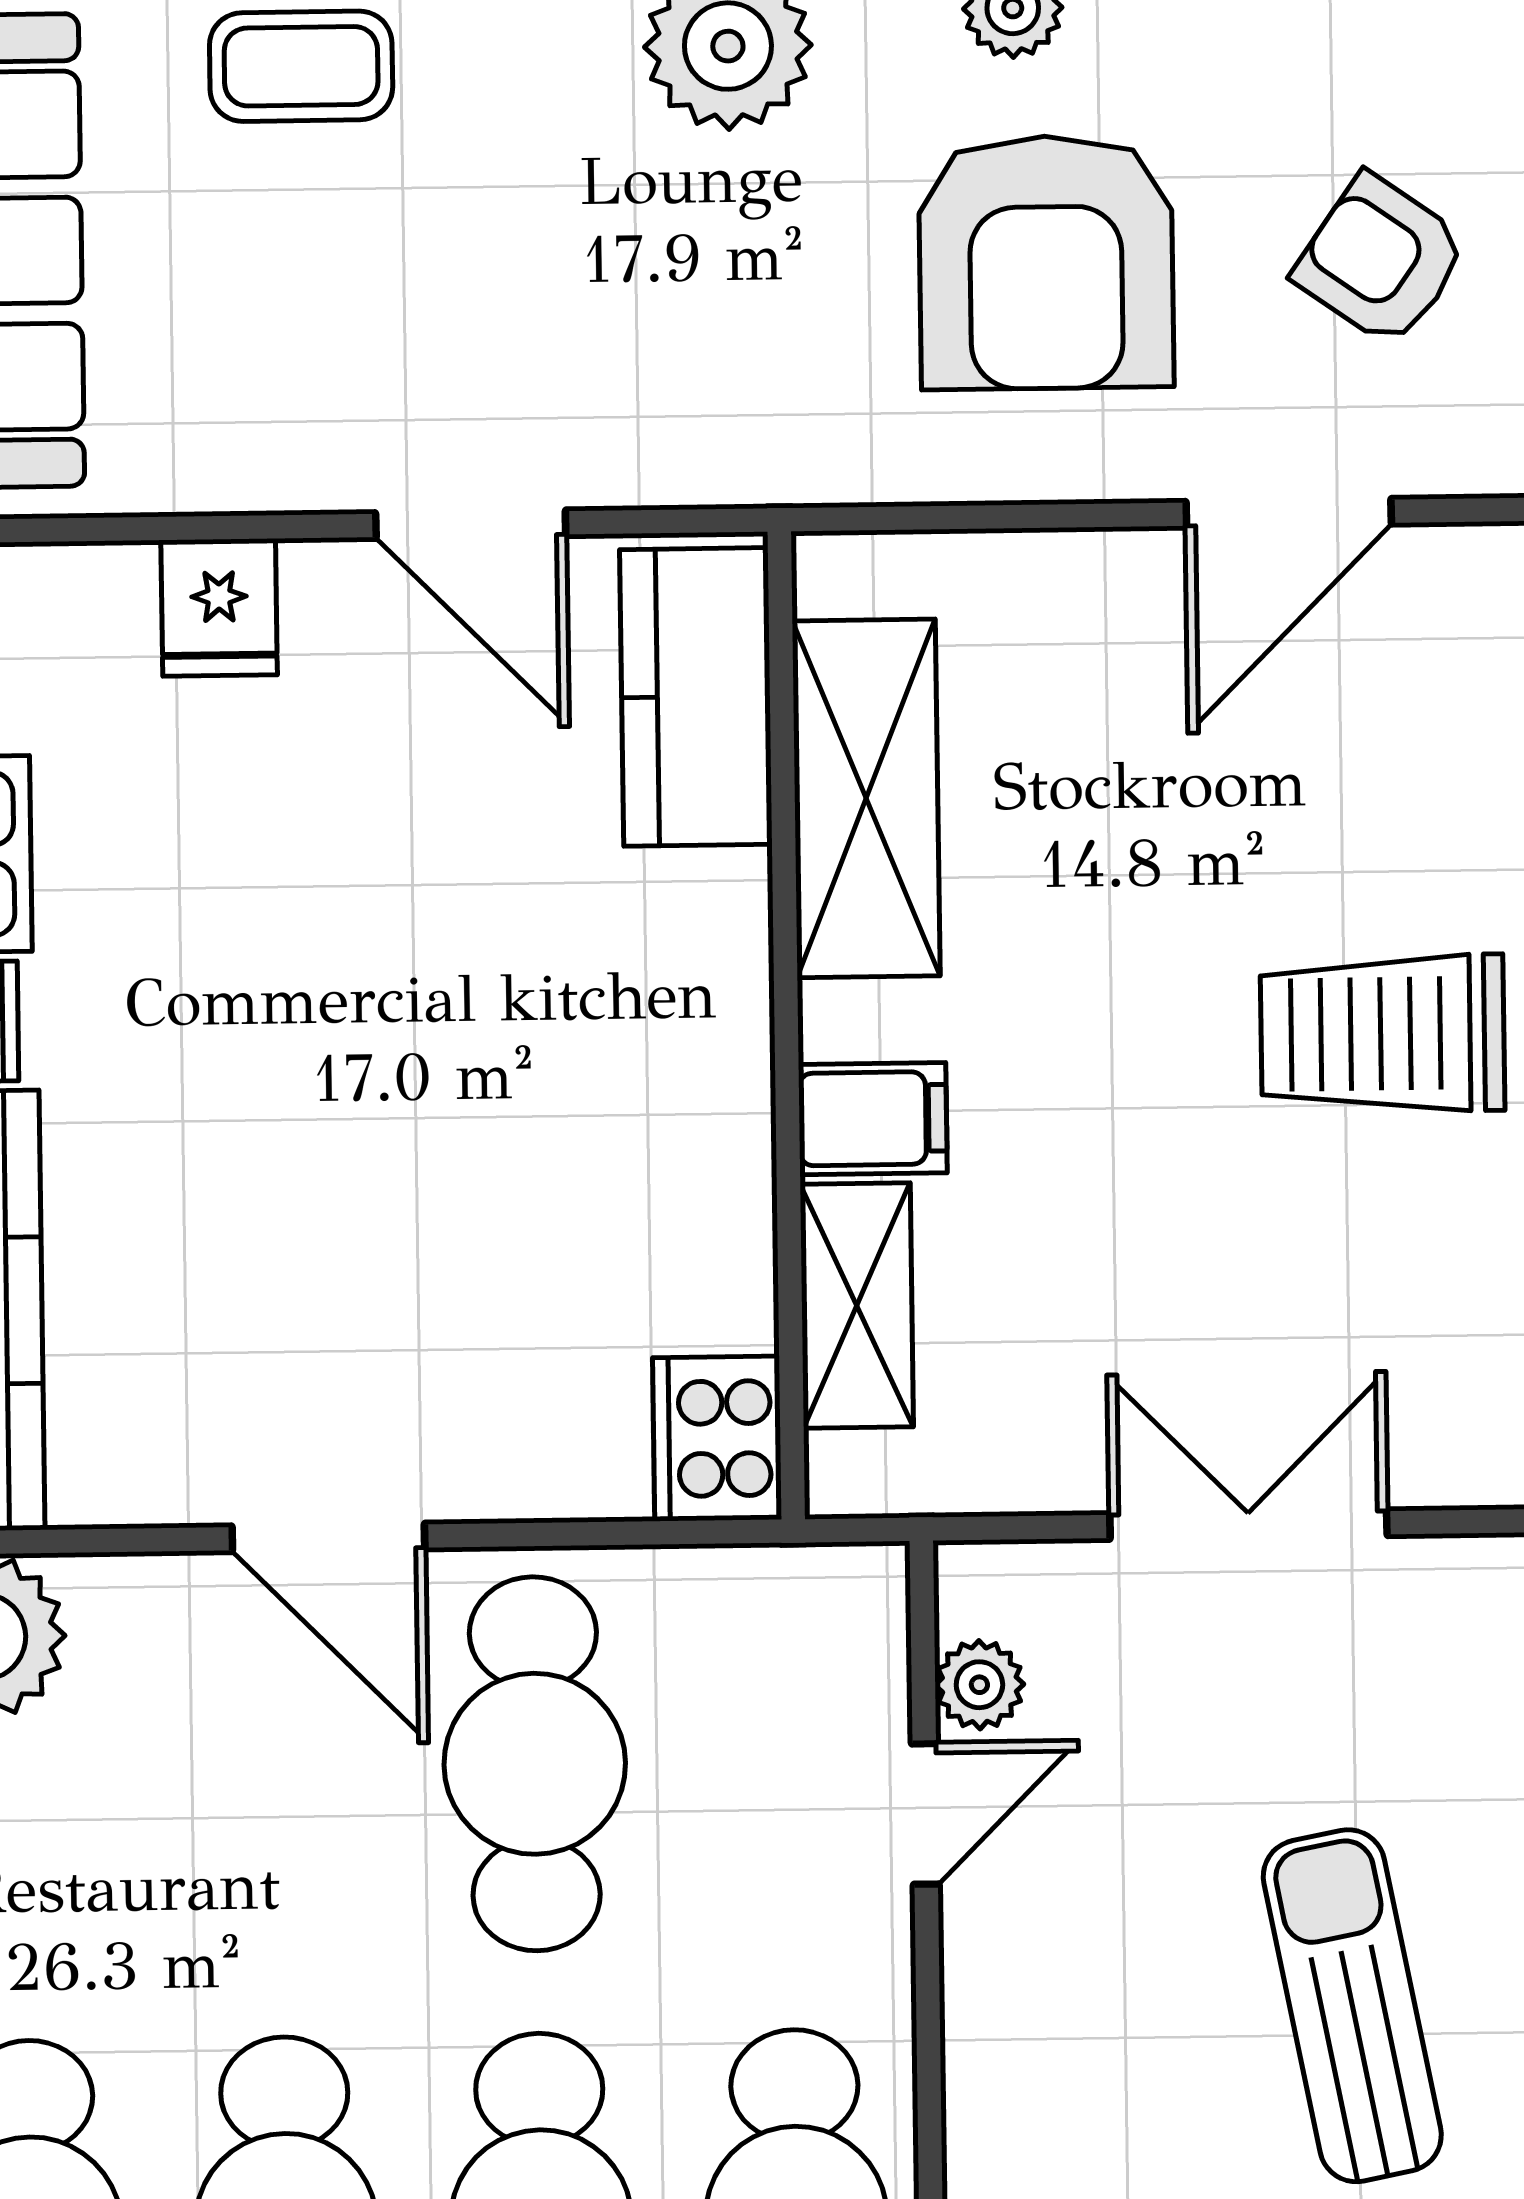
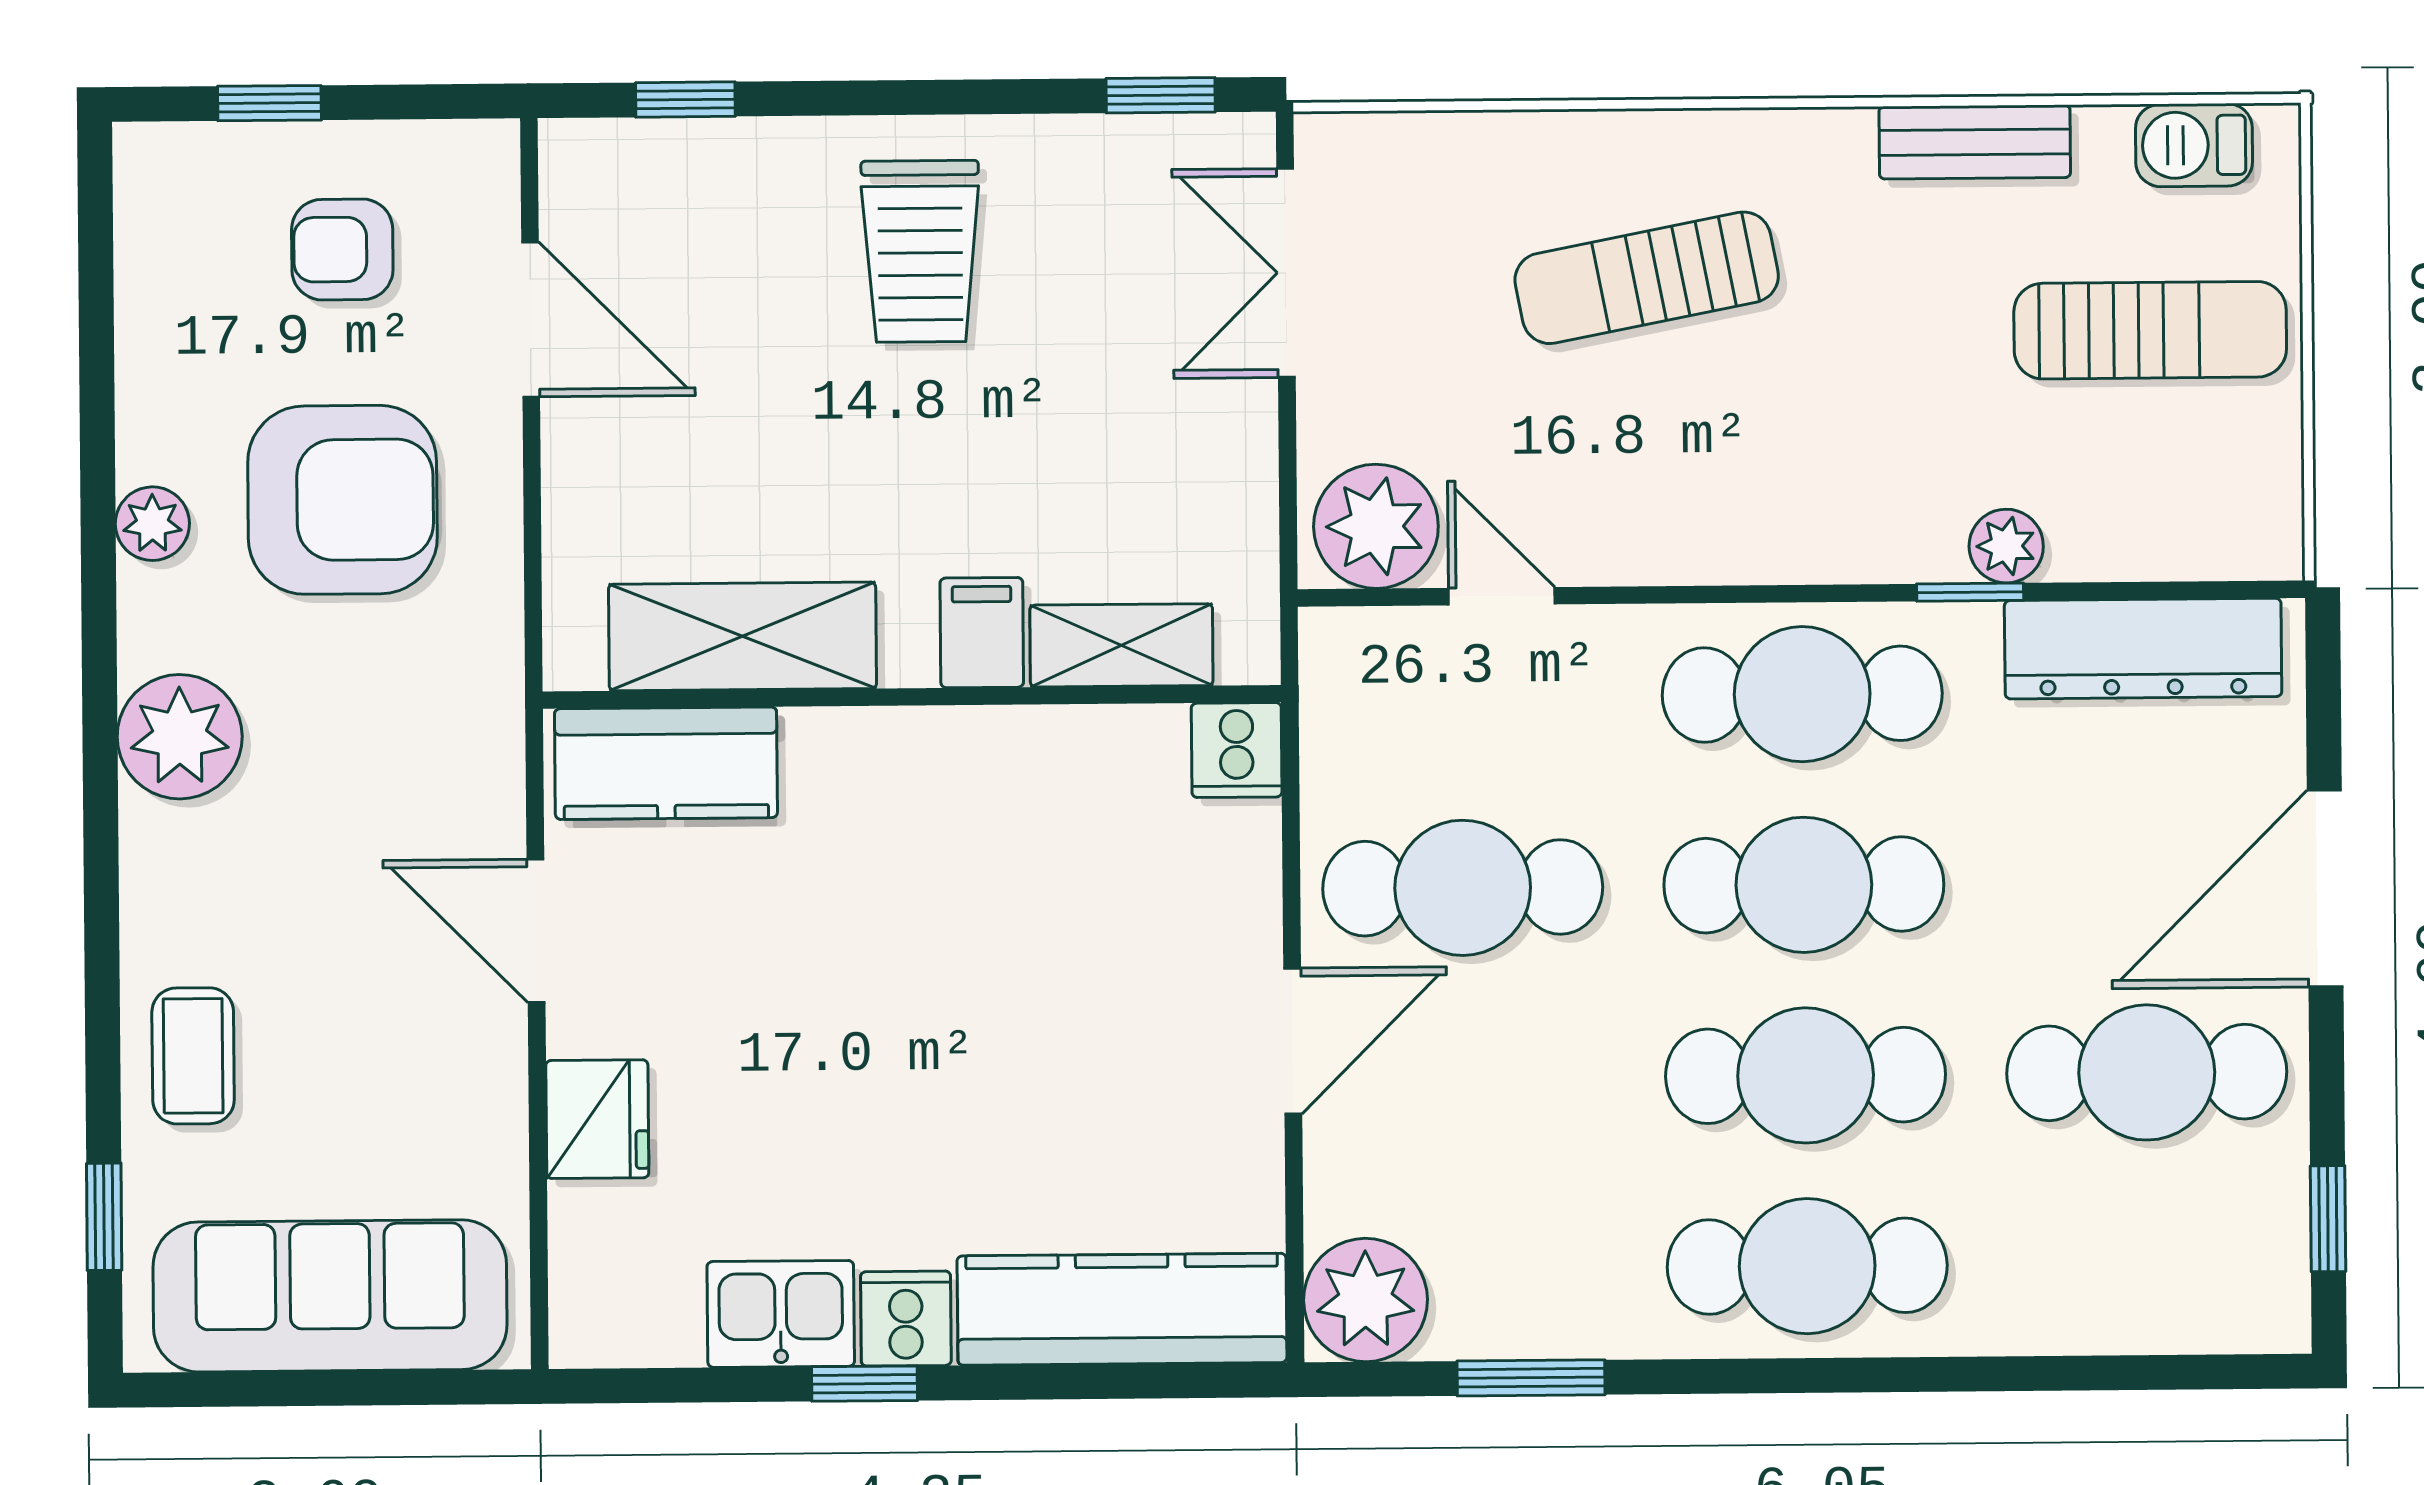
armchair: (1381, 260) -> (342, 250), turned 55
door: (471, 524) -> (536, 931), swing flipped
fridge: (219, 608) -> (597, 1119), width x1.38
cooker: (717, 1439) -> (1237, 750), width x0.73
double door: (1248, 1525) -> (1286, 273), moved
plant: (979, 1685) -> (1376, 526), width x1.88, depth x1.88

